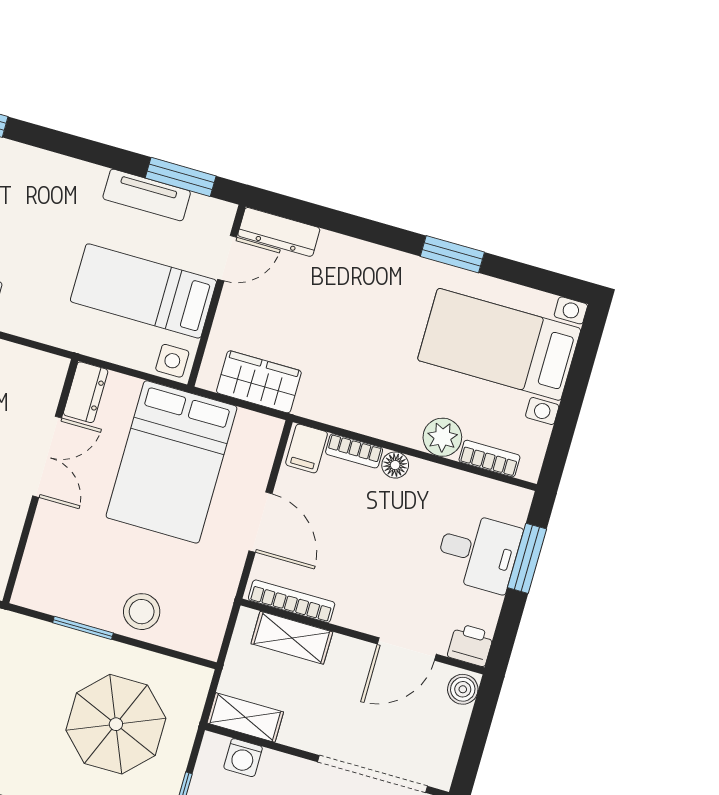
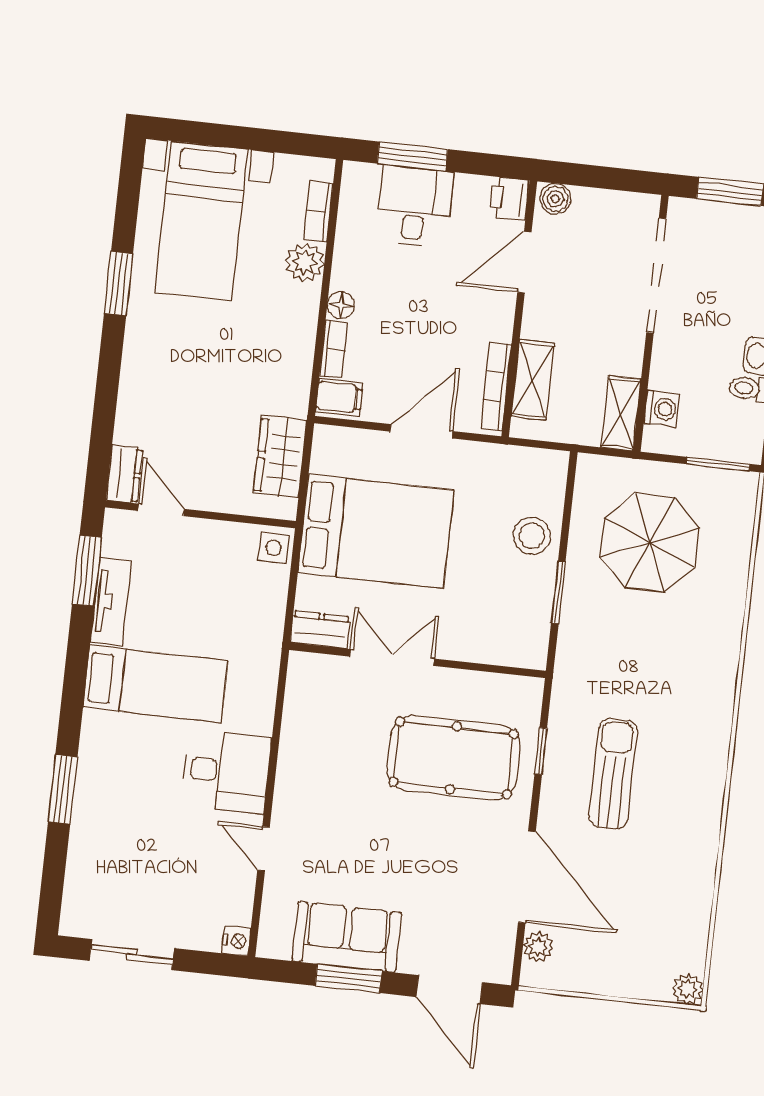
dresser: (279, 232) -> (124, 474), width x0.70
bed: (143, 291) -> (155, 684), moved, turned -90
door: (407, 649) -> (524, 262), swing flipped

